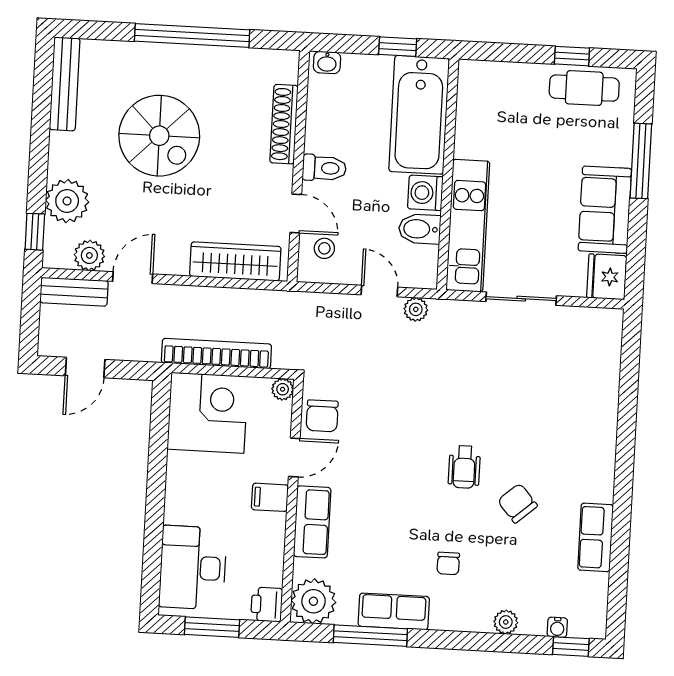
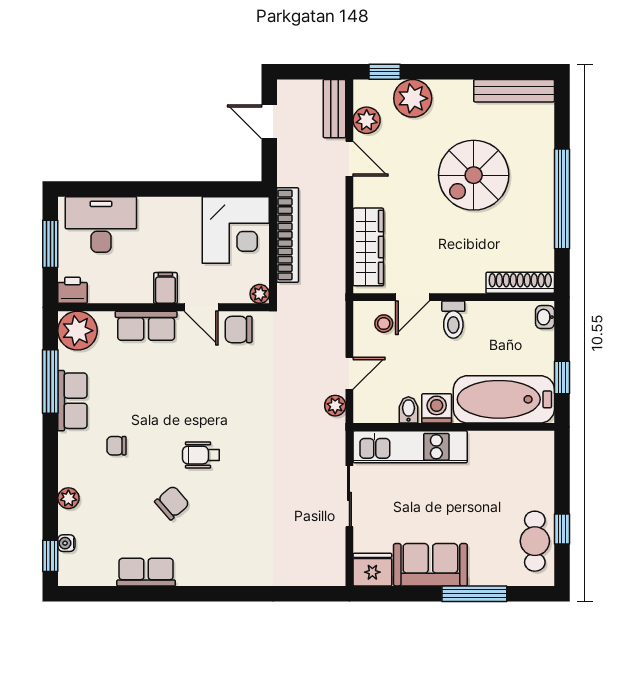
shoe rack: (284, 124) -> (520, 283), moved
bidet: (420, 229) -> (408, 410), width x0.72, depth x0.74

